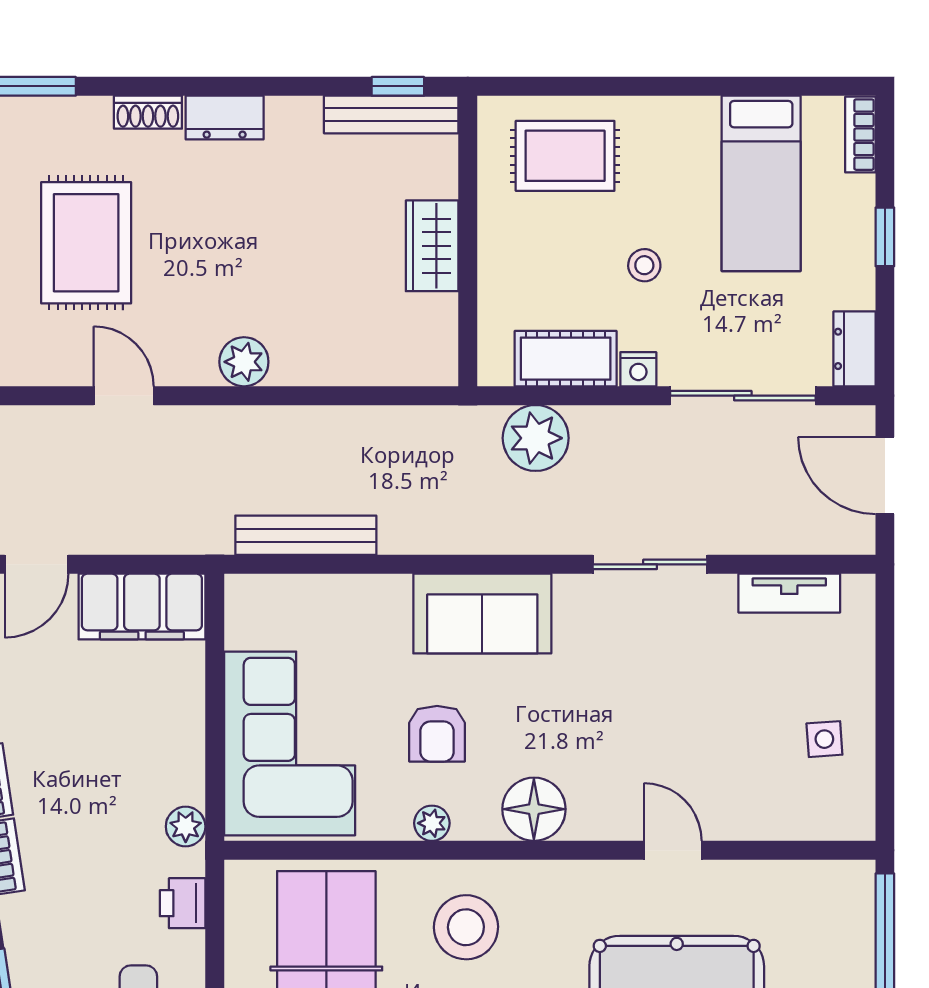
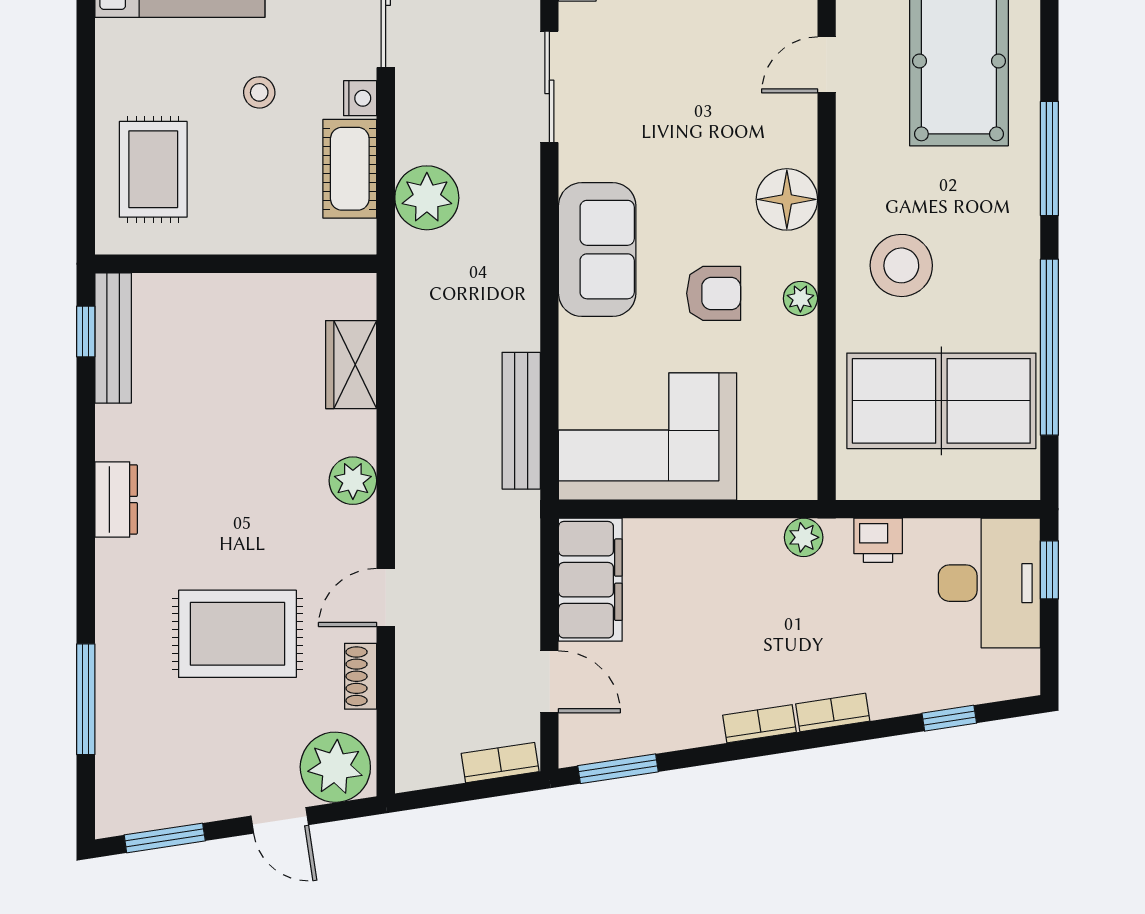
shoe rack: (148, 112) -> (361, 676), moved, turned 180
wardrobe: (432, 246) -> (351, 365), moved, turned 90
corner sofa: (290, 743) -> (648, 436), moved

